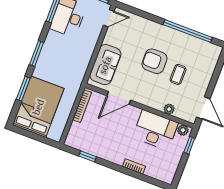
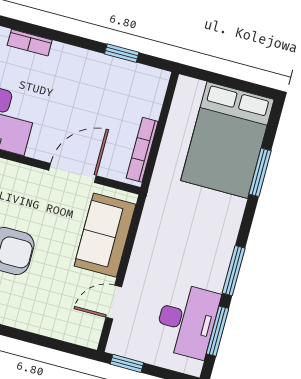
door: (109, 18) -> (114, 302), moved
window: (37, 54) -> (234, 271), moved

